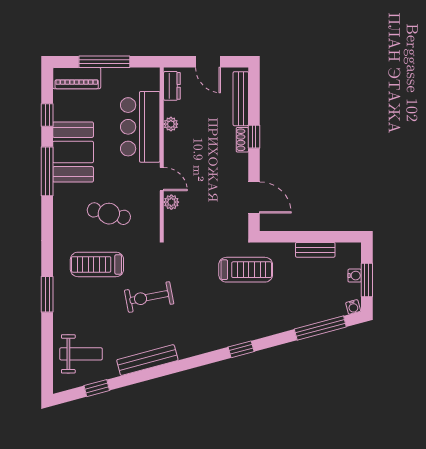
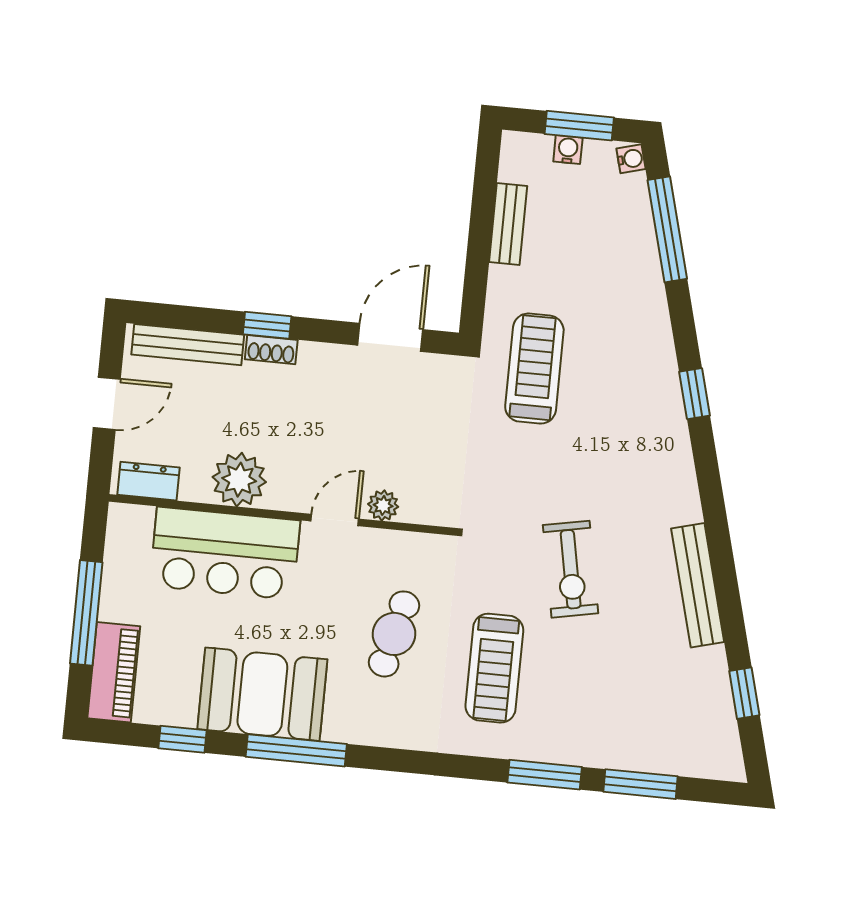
plant: (171, 124) -> (239, 480), width x1.88, depth x1.88
window: (47, 342) -> (641, 784), added
weight bench: (81, 354) -> (672, 718), removed

